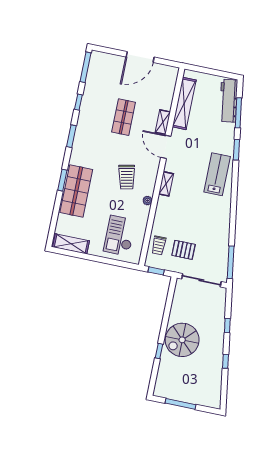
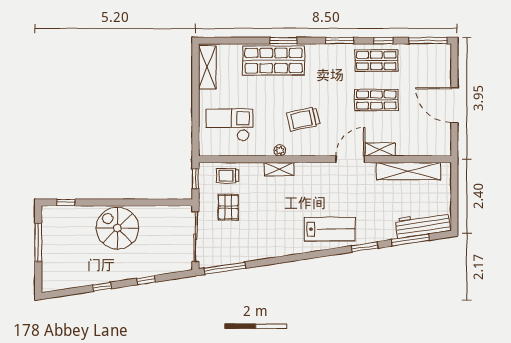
shop shelf: (93, 111) -> (376, 61), added
shelving: (166, 184) -> (279, 169), moved
window: (159, 351) -> (66, 202), moved

